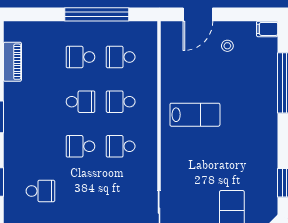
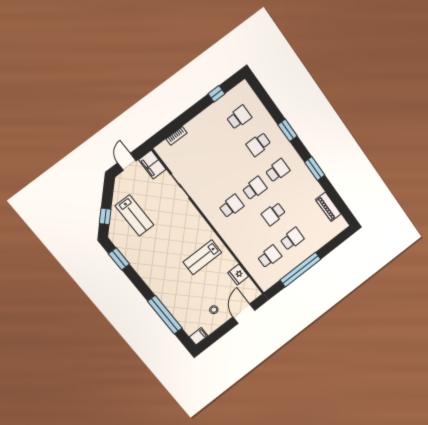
fridge: (171, 64) -> (238, 274), added
school desk: (121, 102) -> (278, 171), moved

